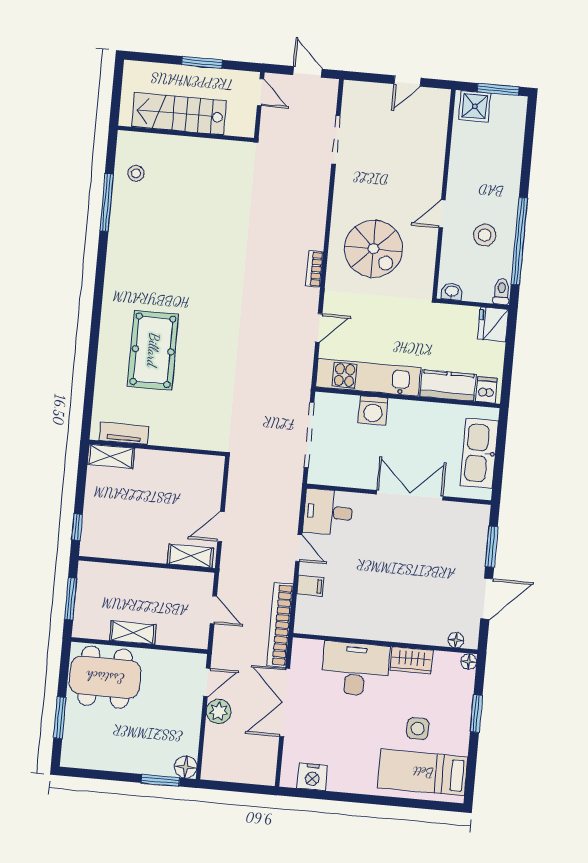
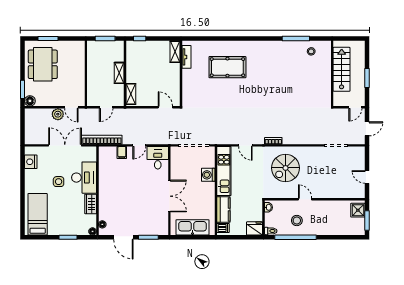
door: (221, 527) -> (165, 107), moved
shelving: (133, 633) -> (119, 73), moved
dining table: (105, 677) -> (43, 64), moved
side table: (418, 729) -> (59, 182), moved

